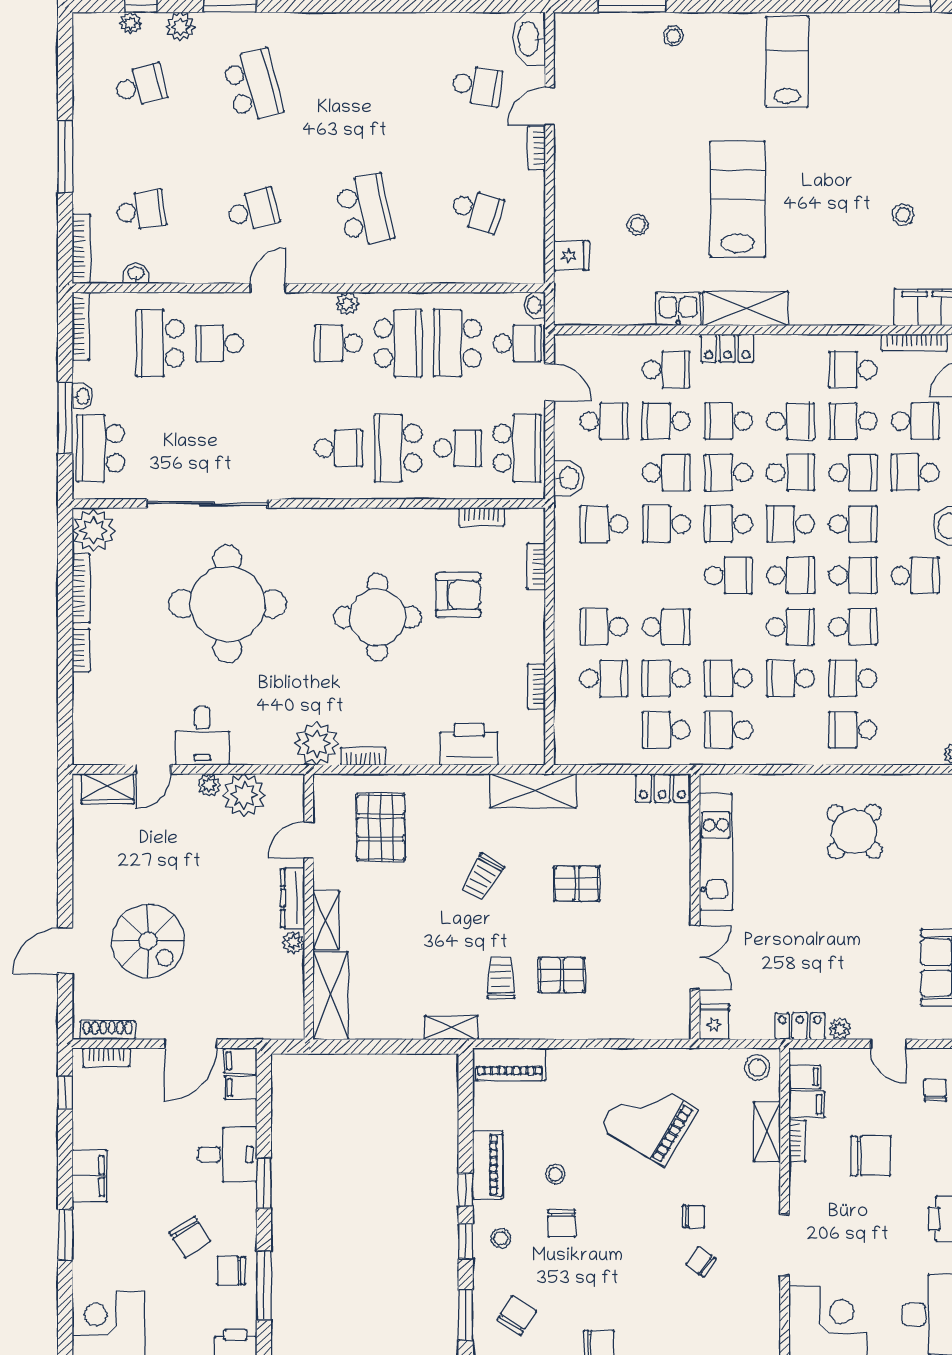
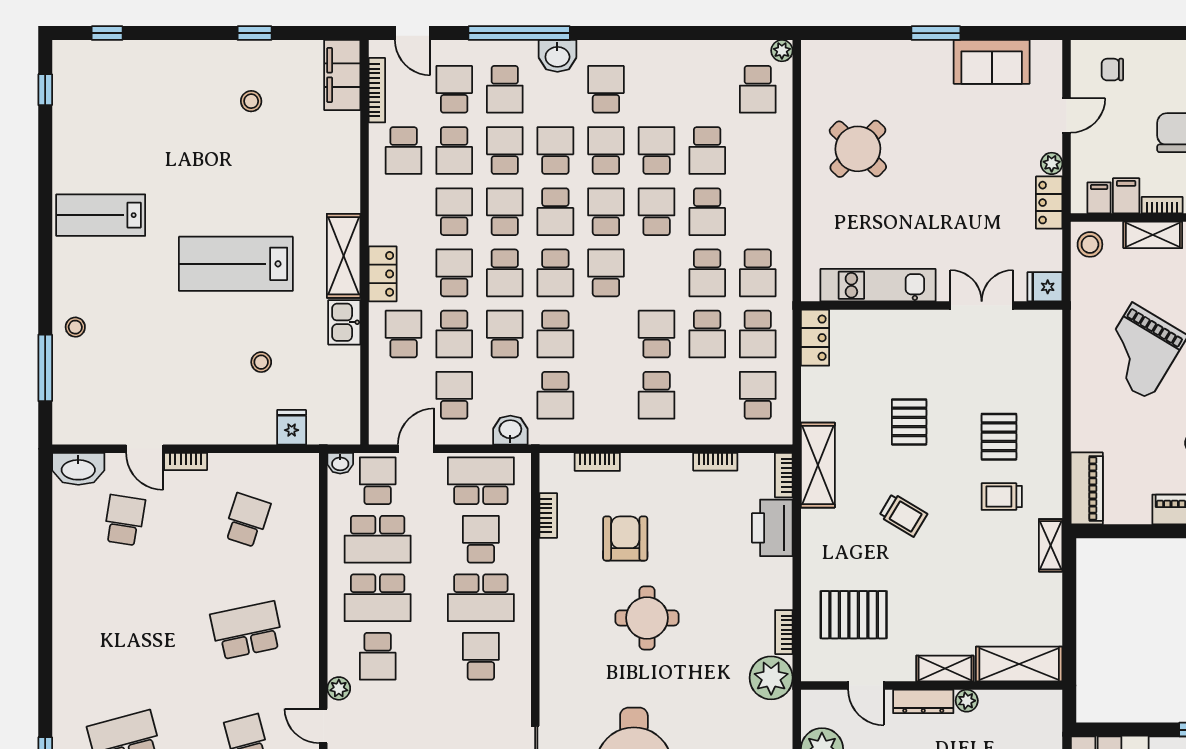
plant: (347, 304) -> (339, 688), moved
school desk: (398, 343) -> (378, 598), turned 180
school desk: (728, 421) -> (454, 273), turned 180
round table: (377, 617) -> (647, 618), width x0.73, depth x0.73
school desk: (604, 678) -> (758, 395), moved
school desk: (853, 730) -> (758, 89), moved
bookcase: (523, 756) -> (784, 475), added

